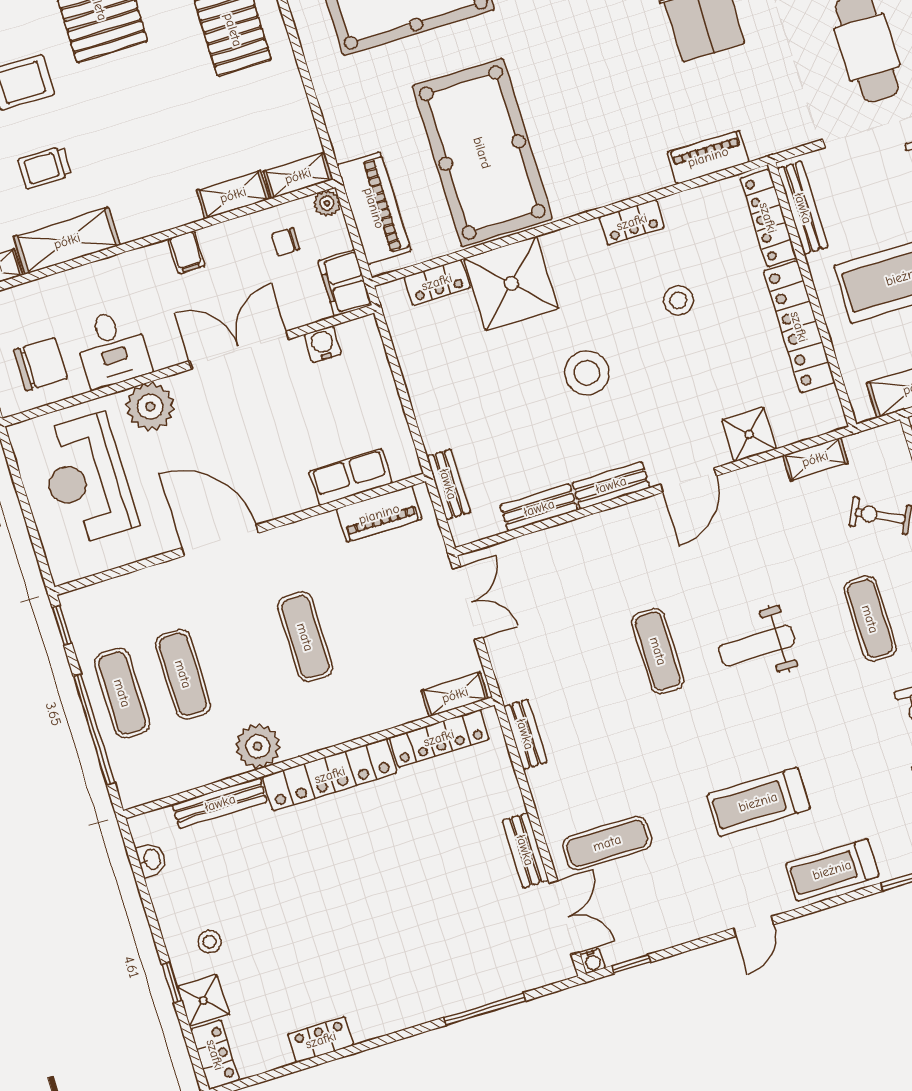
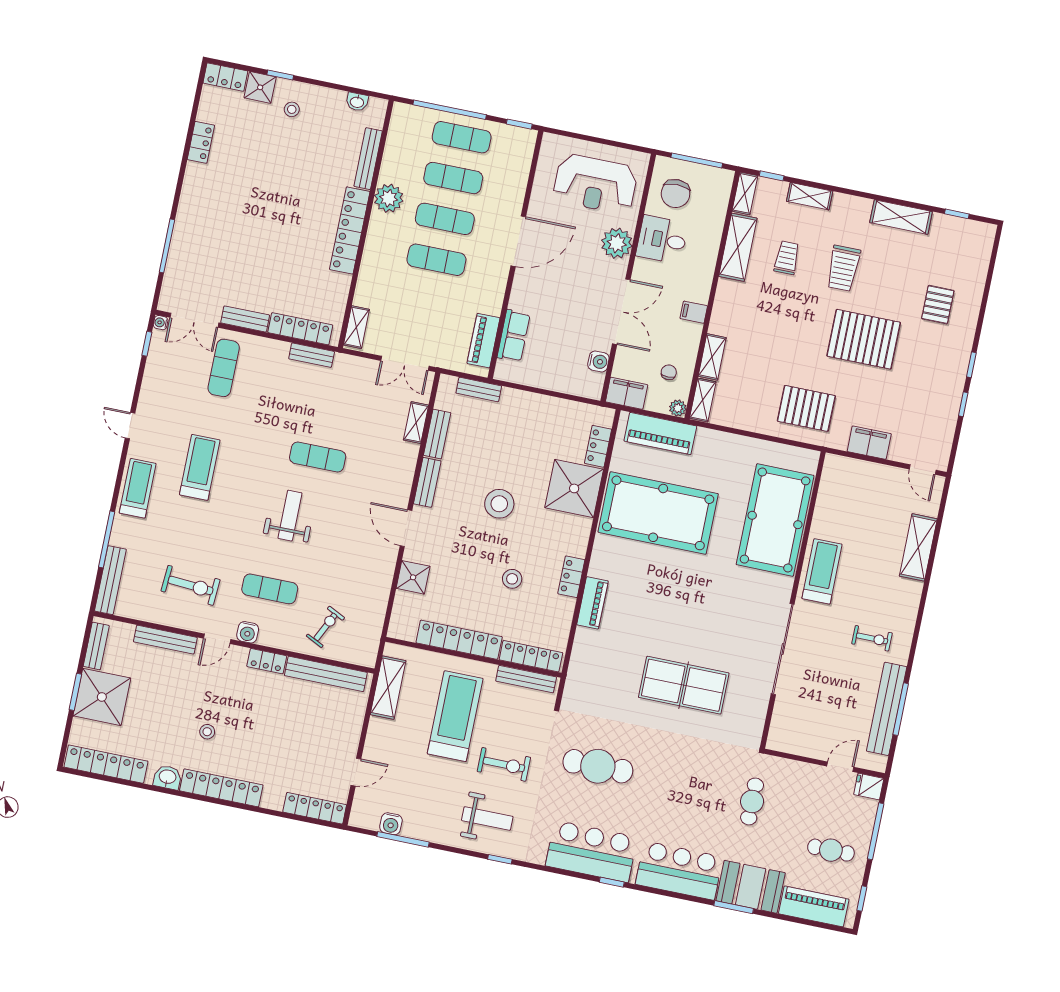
piano: (708, 157) -> (592, 603), moved
shelving: (815, 459) -> (416, 423), moved
reception desk: (86, 479) -> (595, 184), turned 180
exercise mat: (244, 655) -> (445, 219), added
locker: (439, 738) -> (300, 329), moved, turned 90

